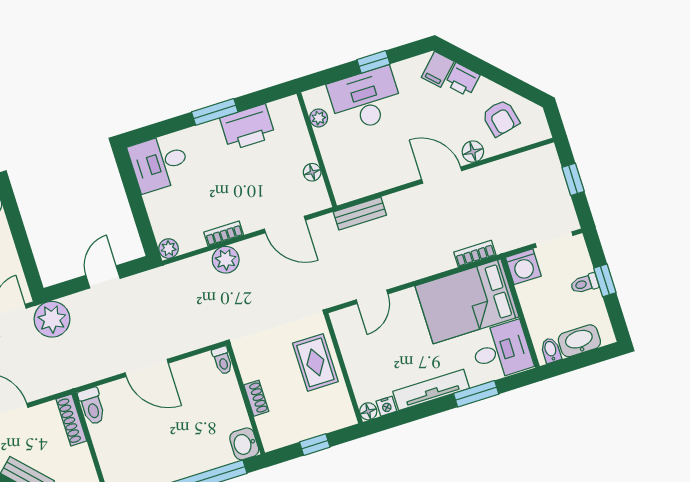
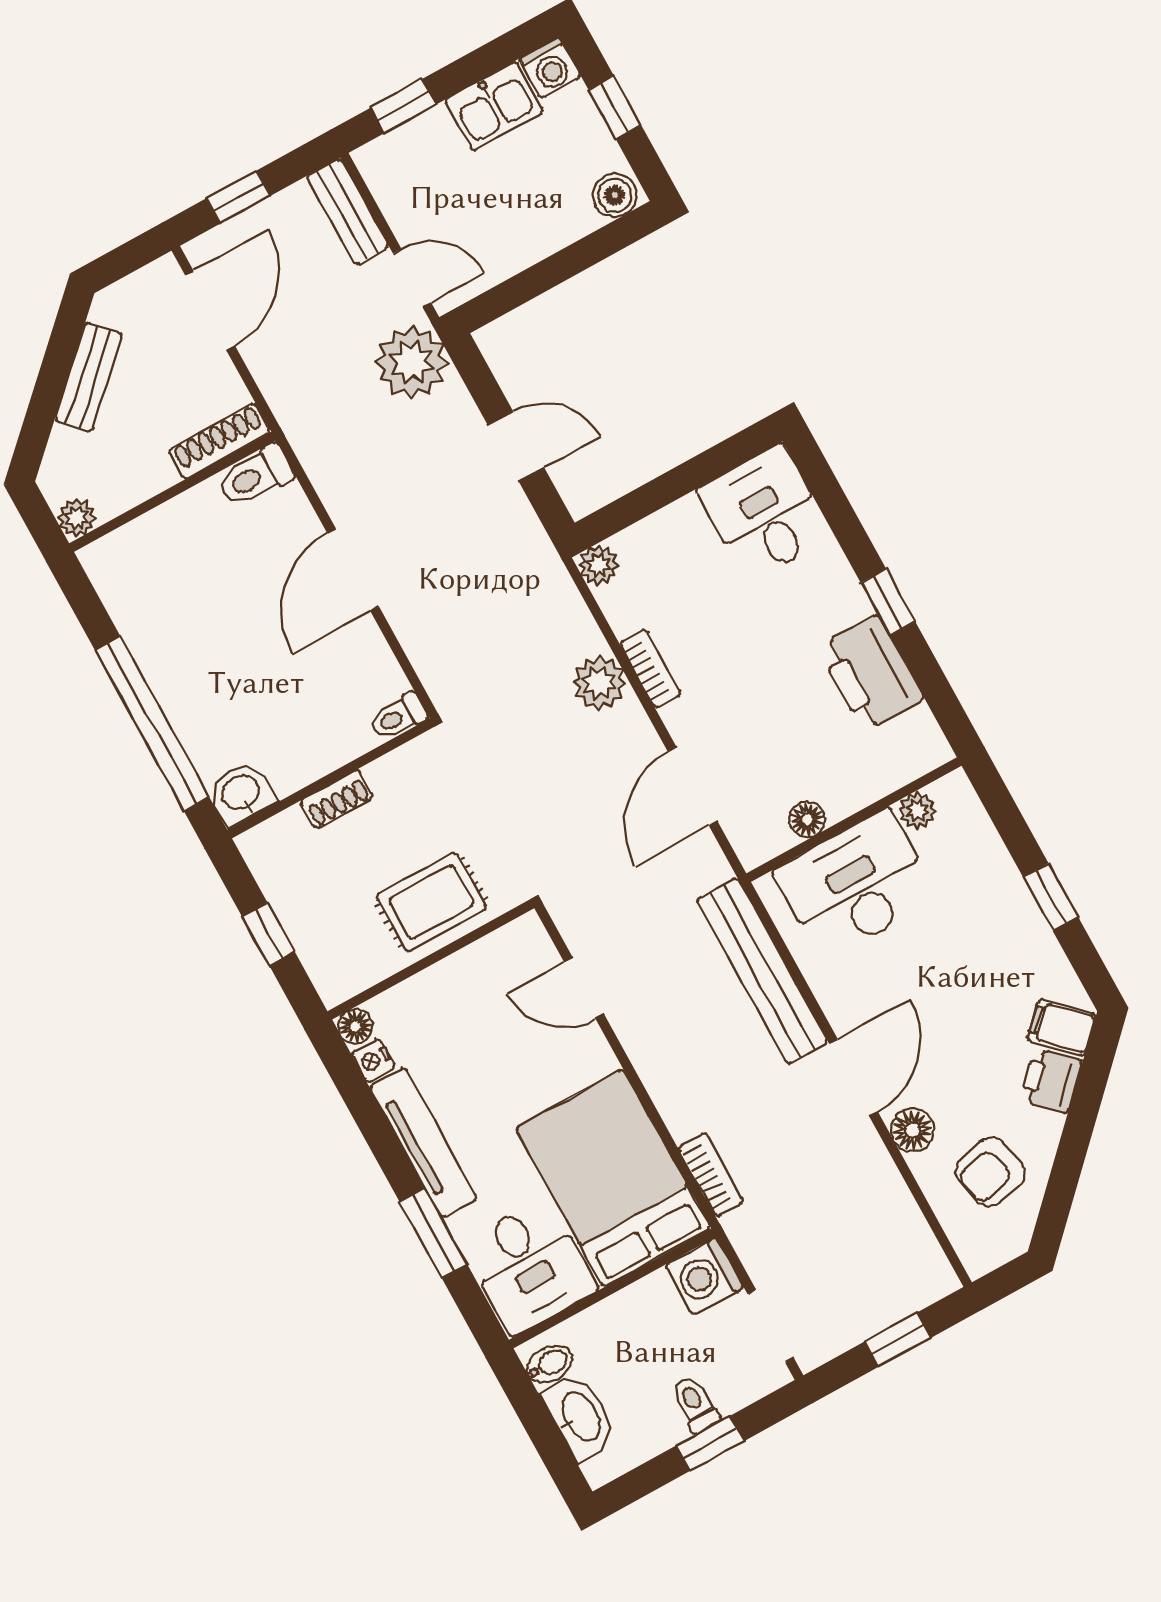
desk: (365, 99) -> (856, 885), moved, turned -90
window: (215, 112) -> (888, 602), width x0.67
bench: (360, 213) -> (762, 971), width x1.86, depth x1.21

